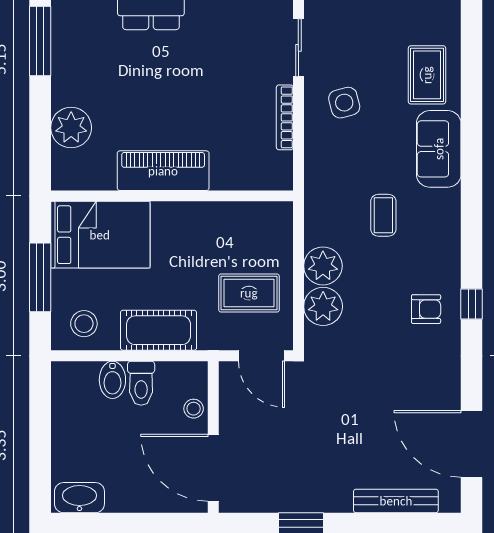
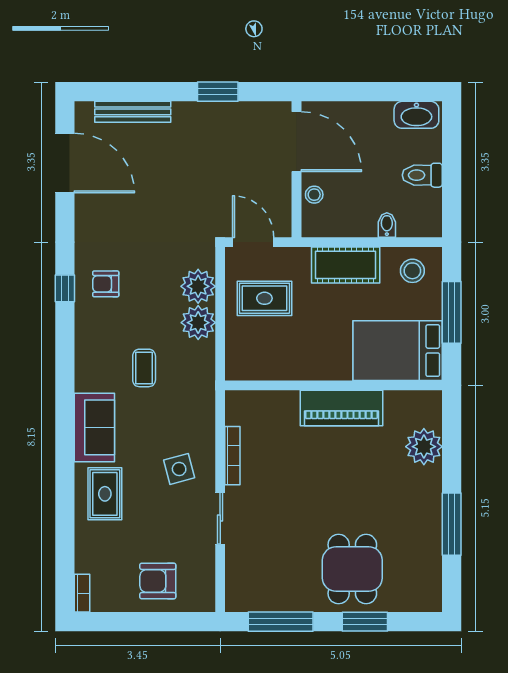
bidet: (112, 380) -> (387, 225), width x0.72, depth x0.74
toilet: (141, 383) -> (422, 175), moved, turned -90

